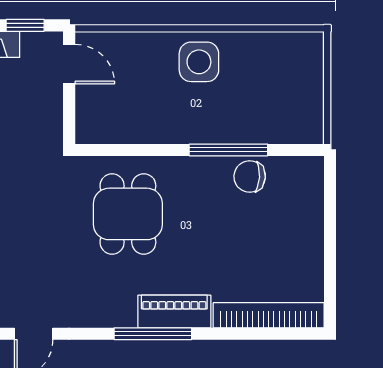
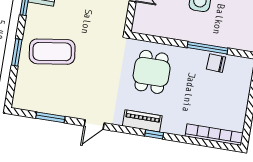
piano: (174, 311) -> (142, 121), moved
window: (153, 334) -> (154, 134), width x0.46

